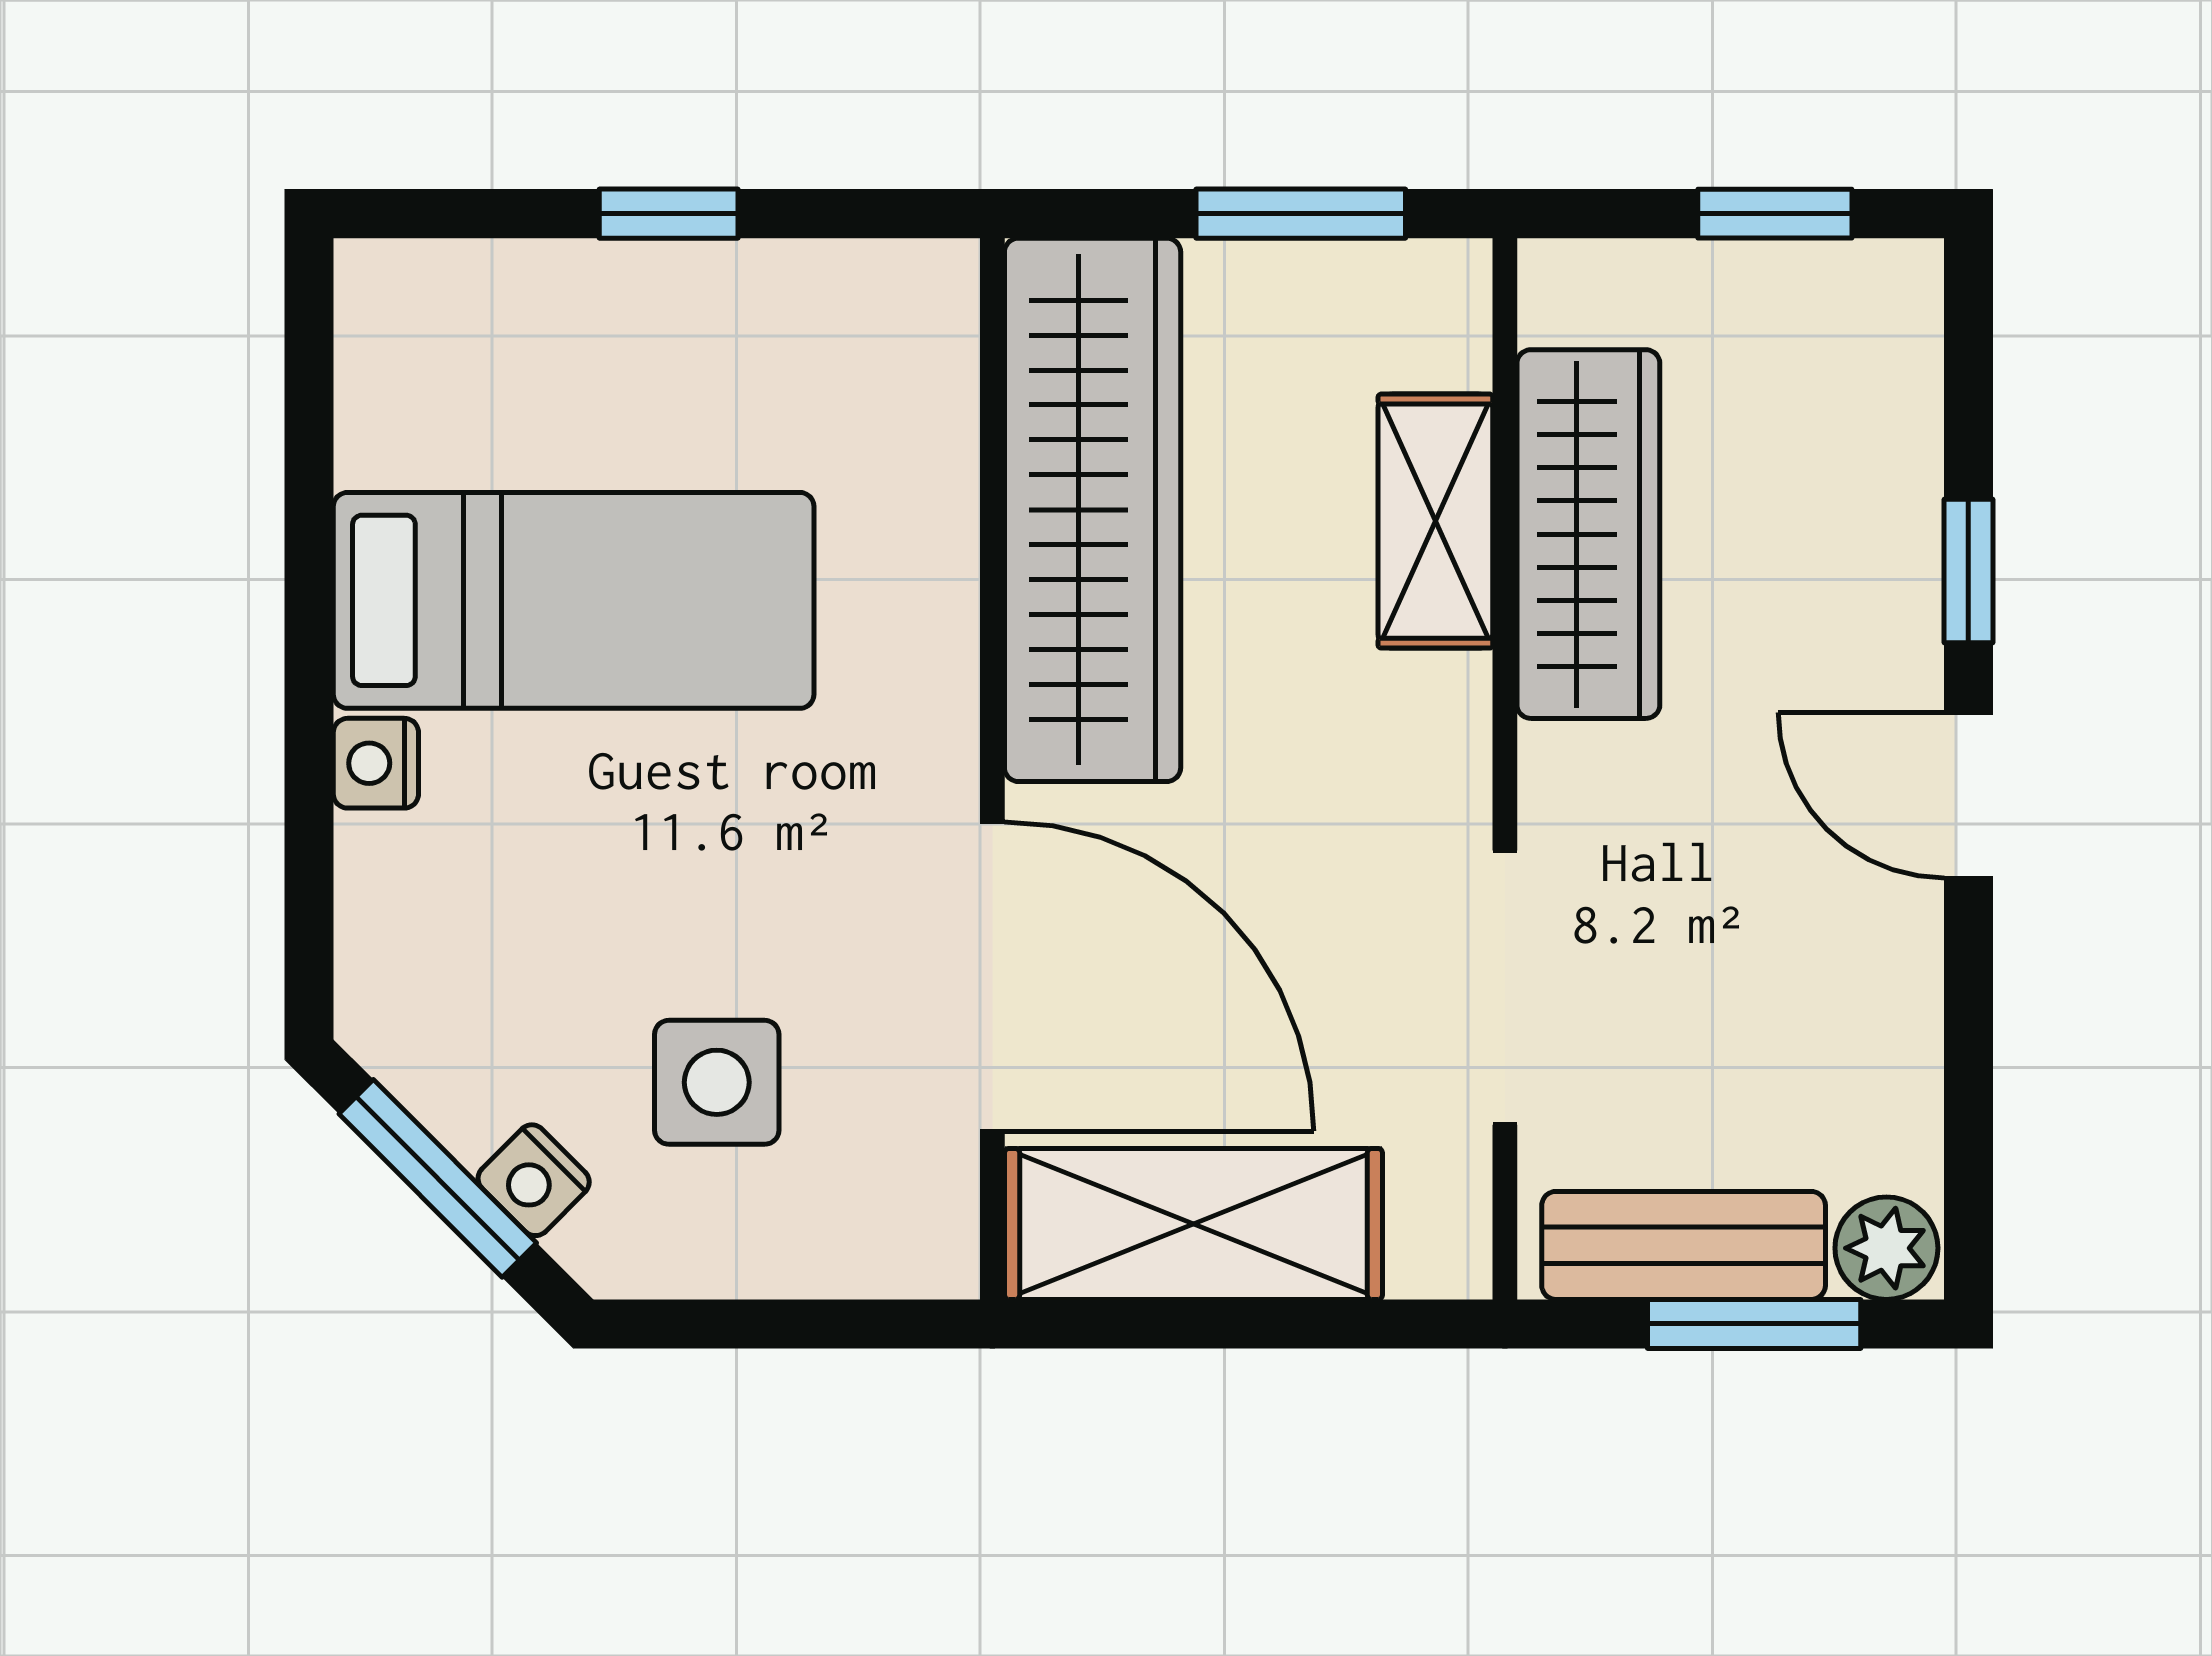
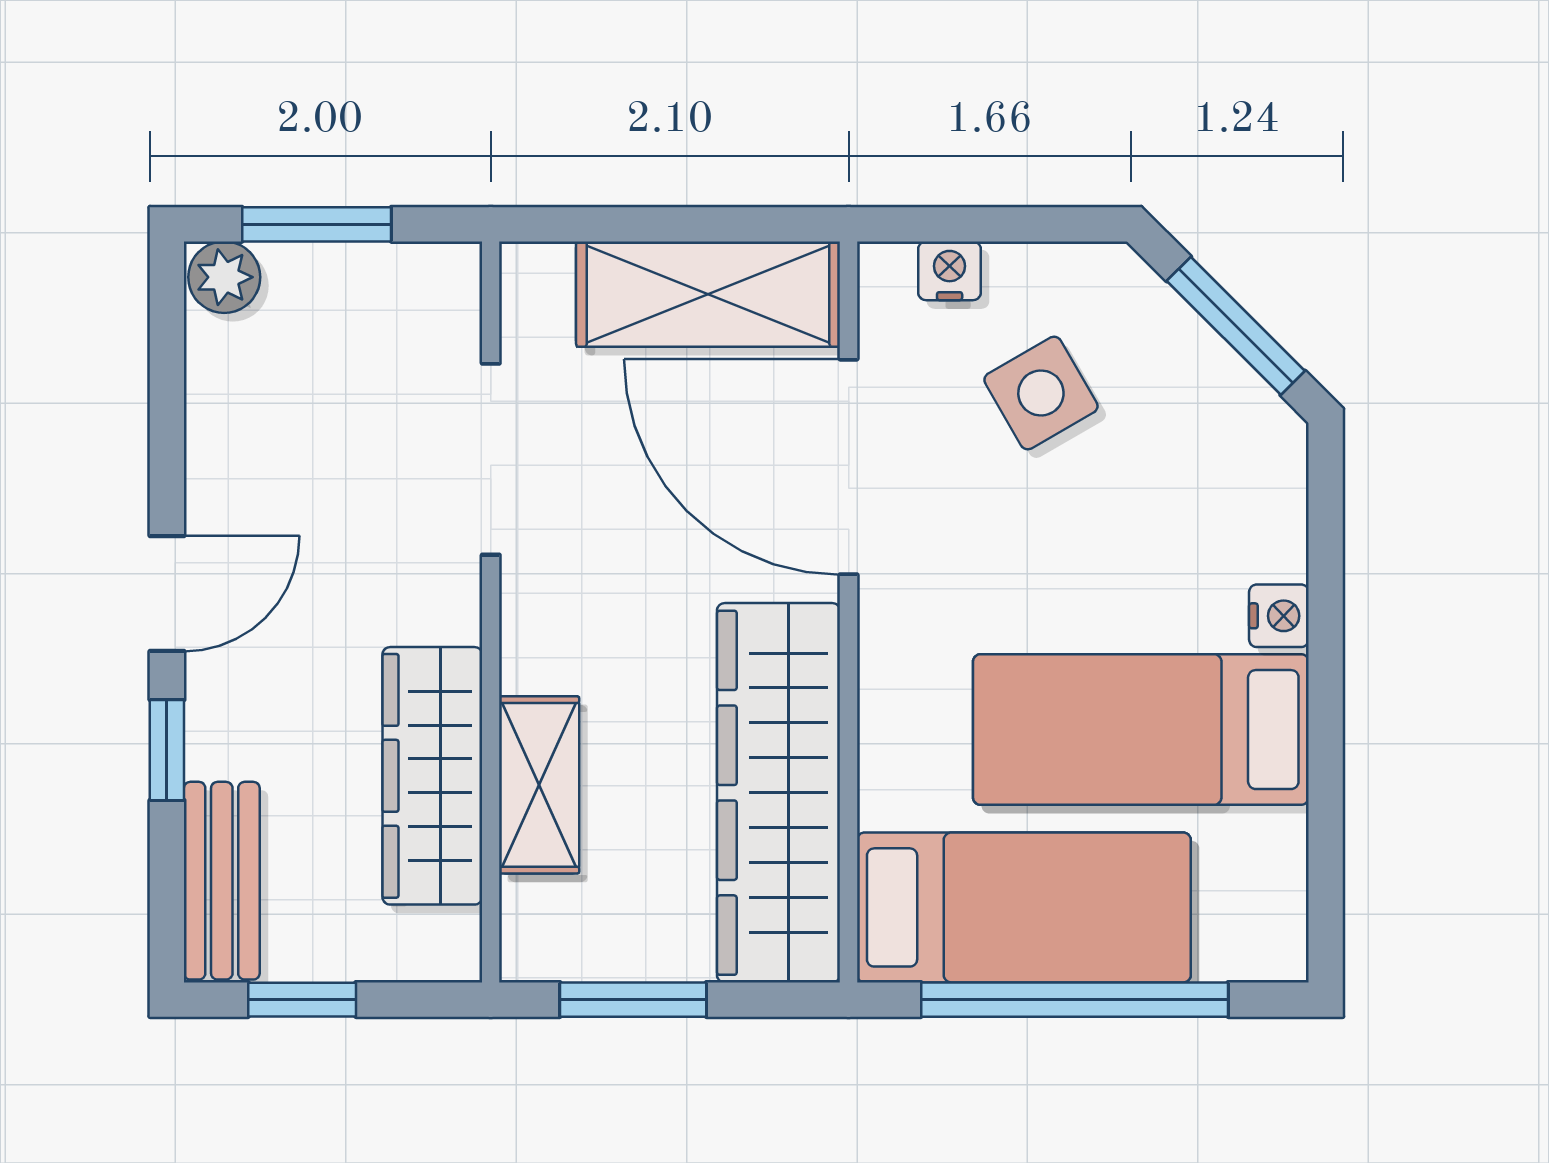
window: (669, 214) -> (1075, 1000), width x3.17
bed: (741, 346) -> (1024, 907), added
door: (1968, 795) -> (167, 594), hinge flipped
side table: (717, 1082) -> (1041, 393), turned -30
nightstand: (534, 1180) -> (950, 271), moved, turned -45
bench: (1684, 1245) -> (222, 881), moved, turned 90

